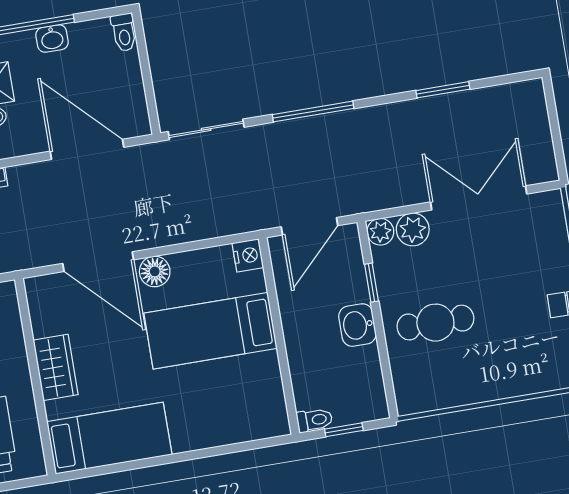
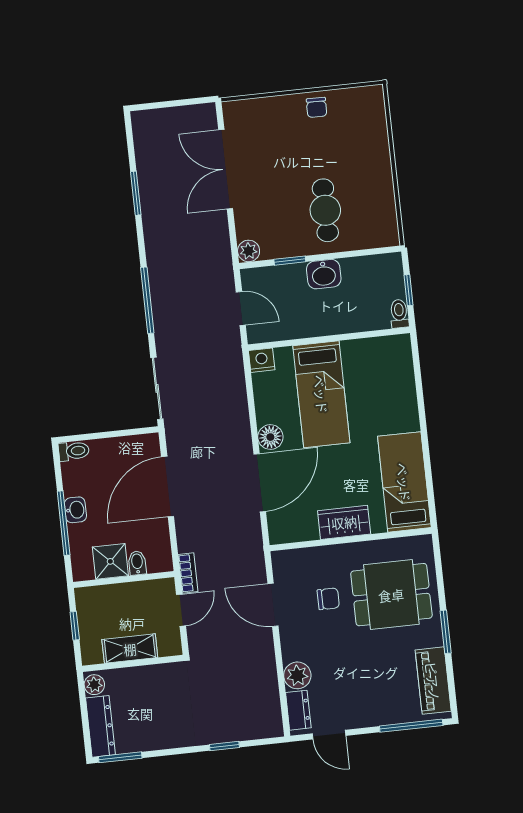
door: (310, 226) -> (241, 308), width x0.73
plant: (413, 229) -> (248, 224), removed

